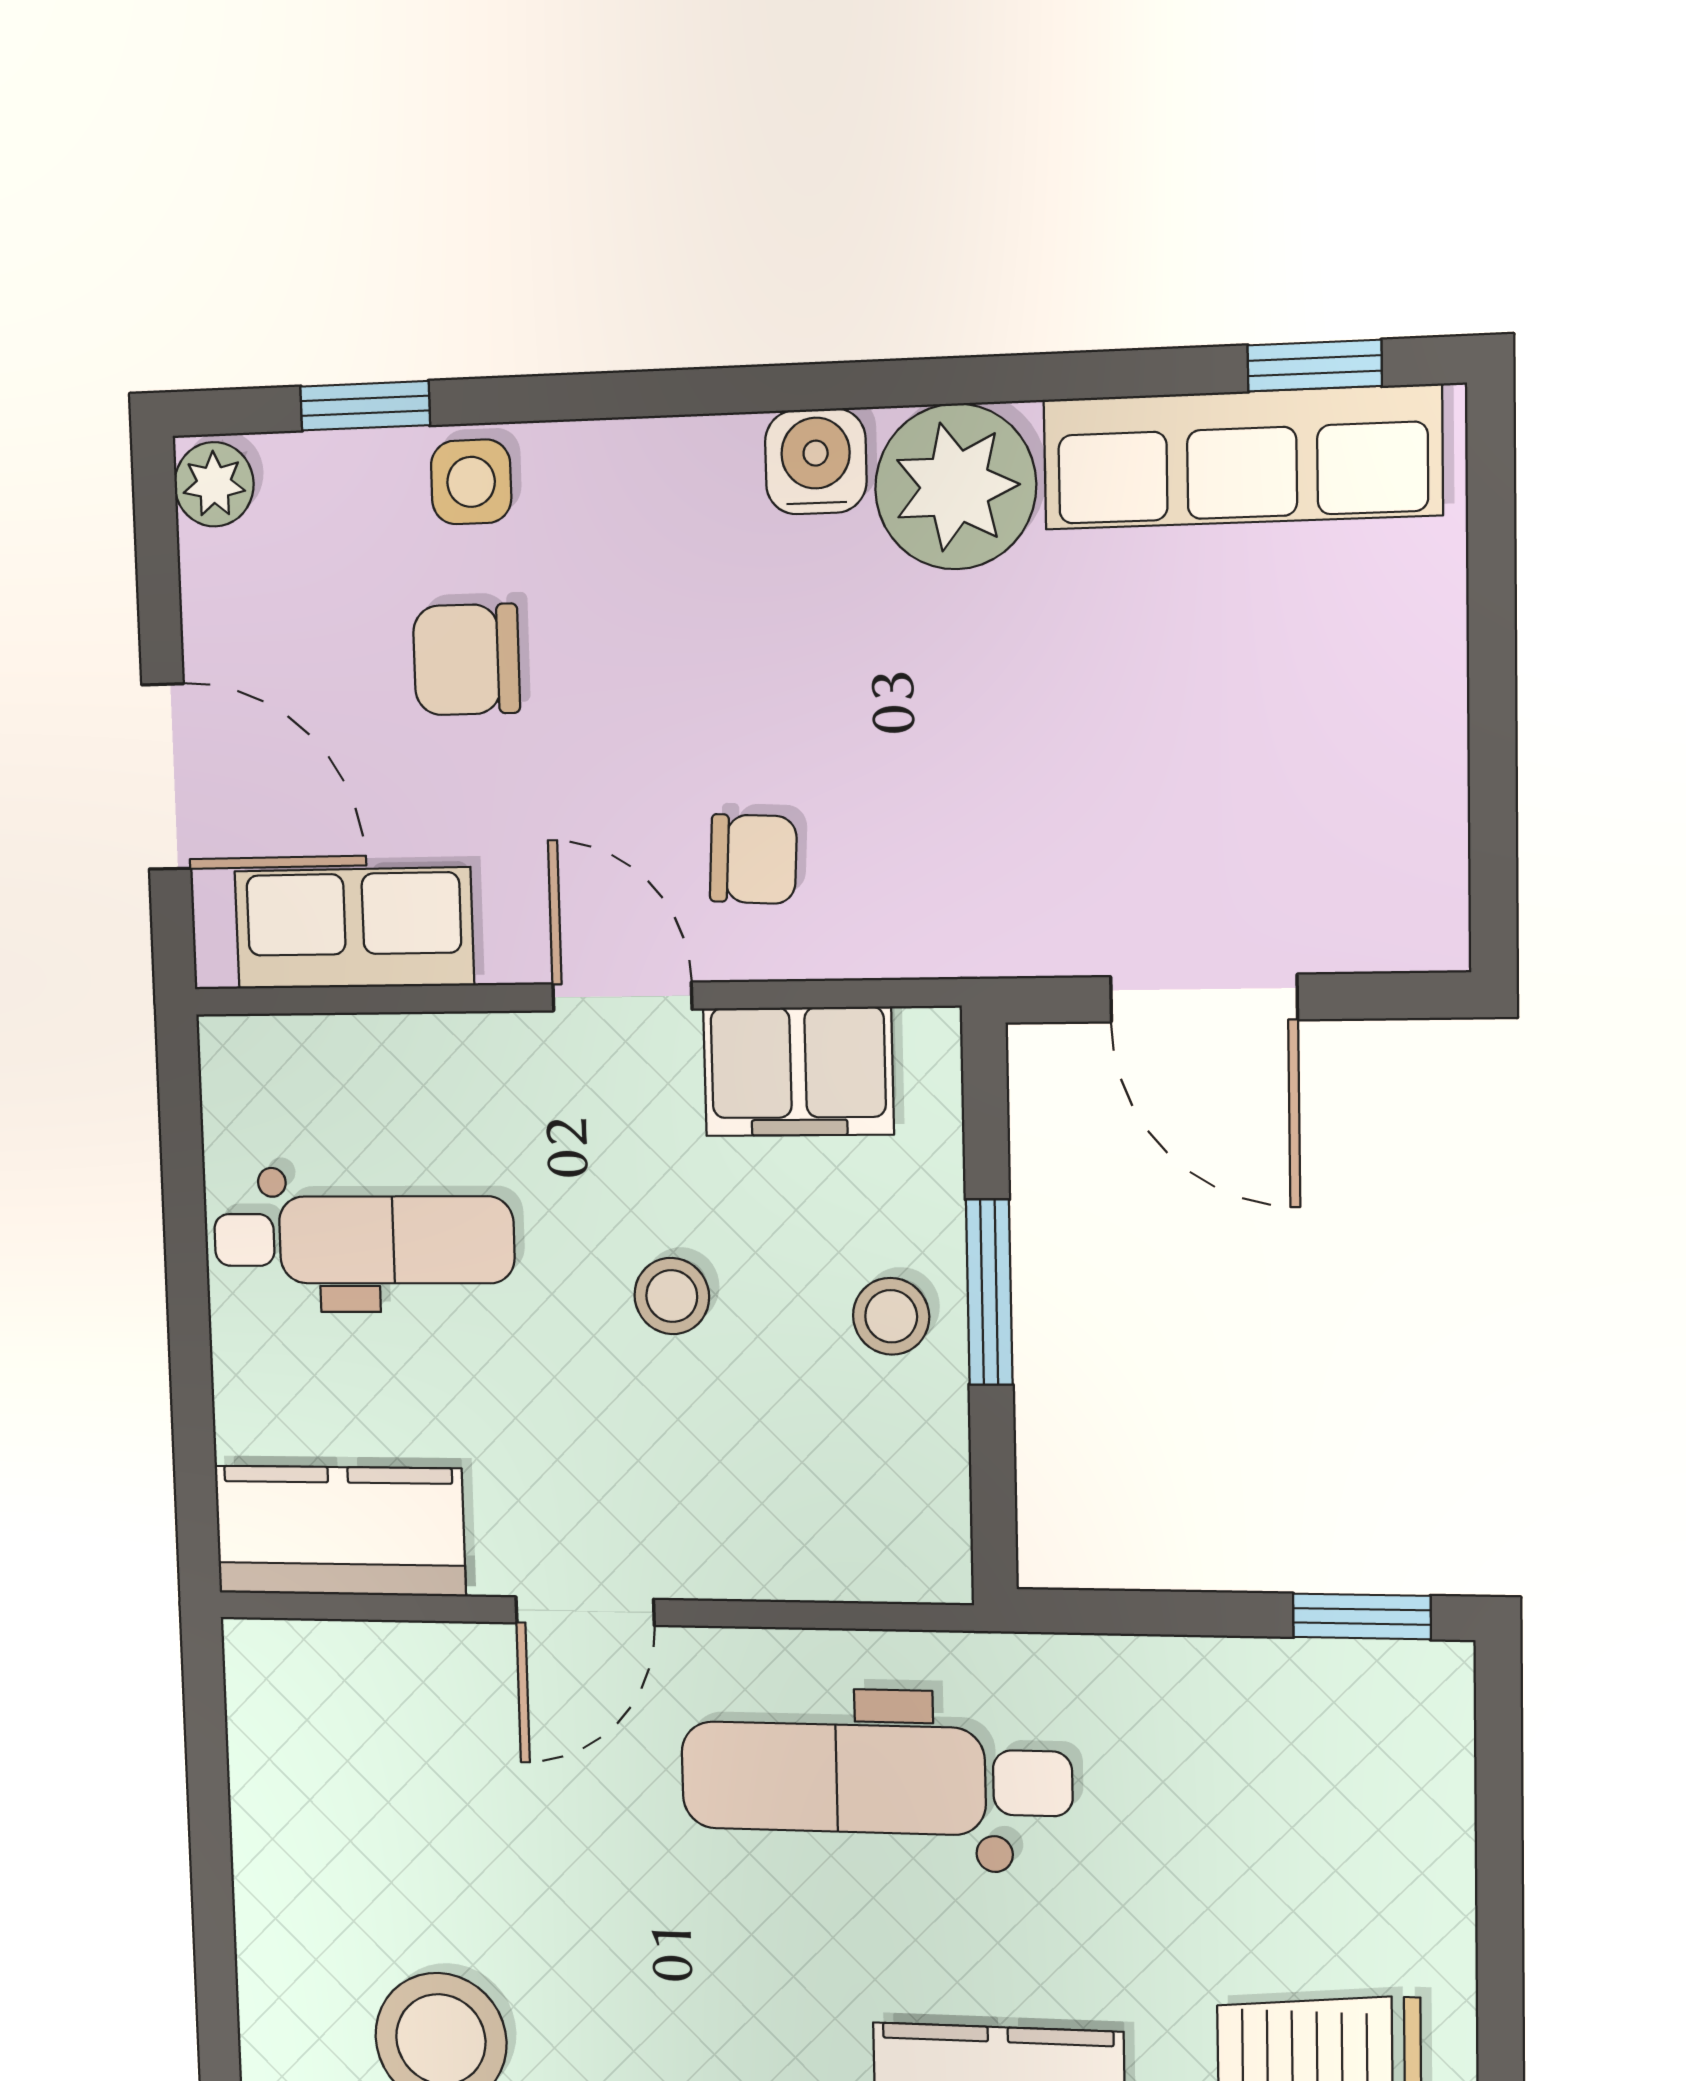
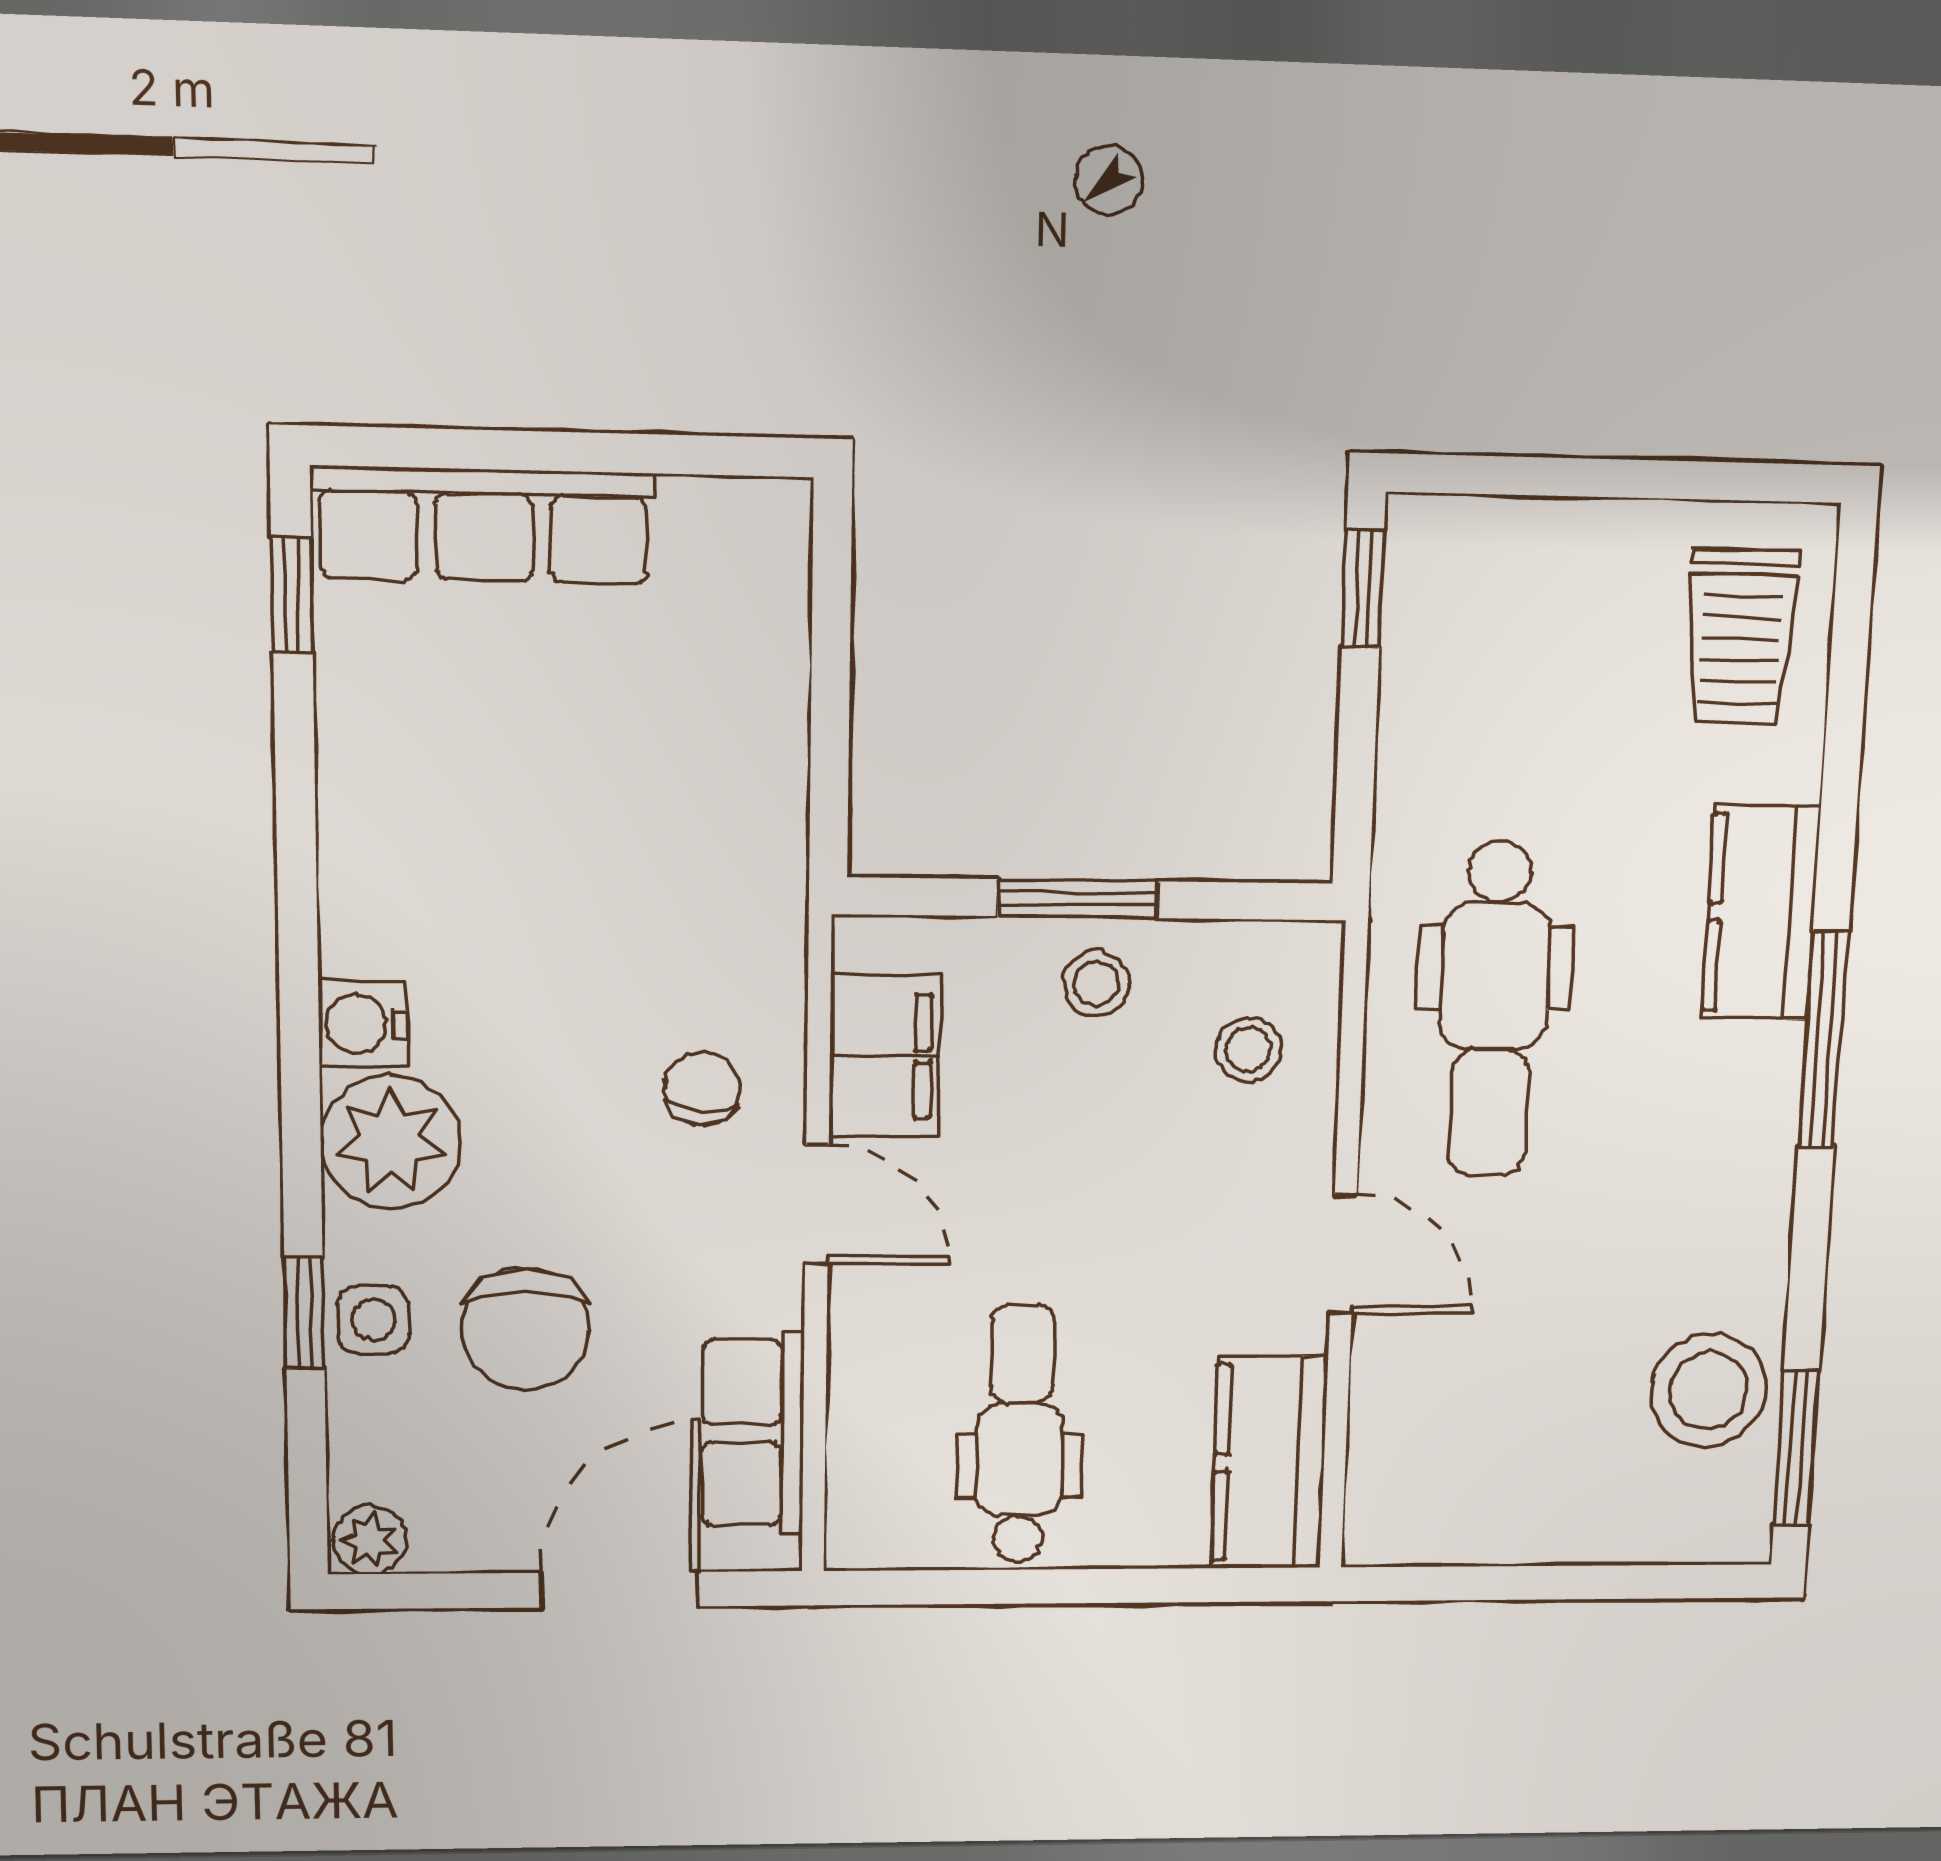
window: (365, 406) -> (304, 1313), moved
row of seats: (1242, 457) -> (484, 525), moved, turned 90
plant: (956, 487) -> (391, 1142), moved
chair: (466, 660) -> (525, 1329), width x1.37, depth x1.37
door: (622, 997) -> (817, 1205), swing flipped
door: (1204, 998) -> (830, 707), removed
stool: (672, 1296) -> (1248, 1050), moved

